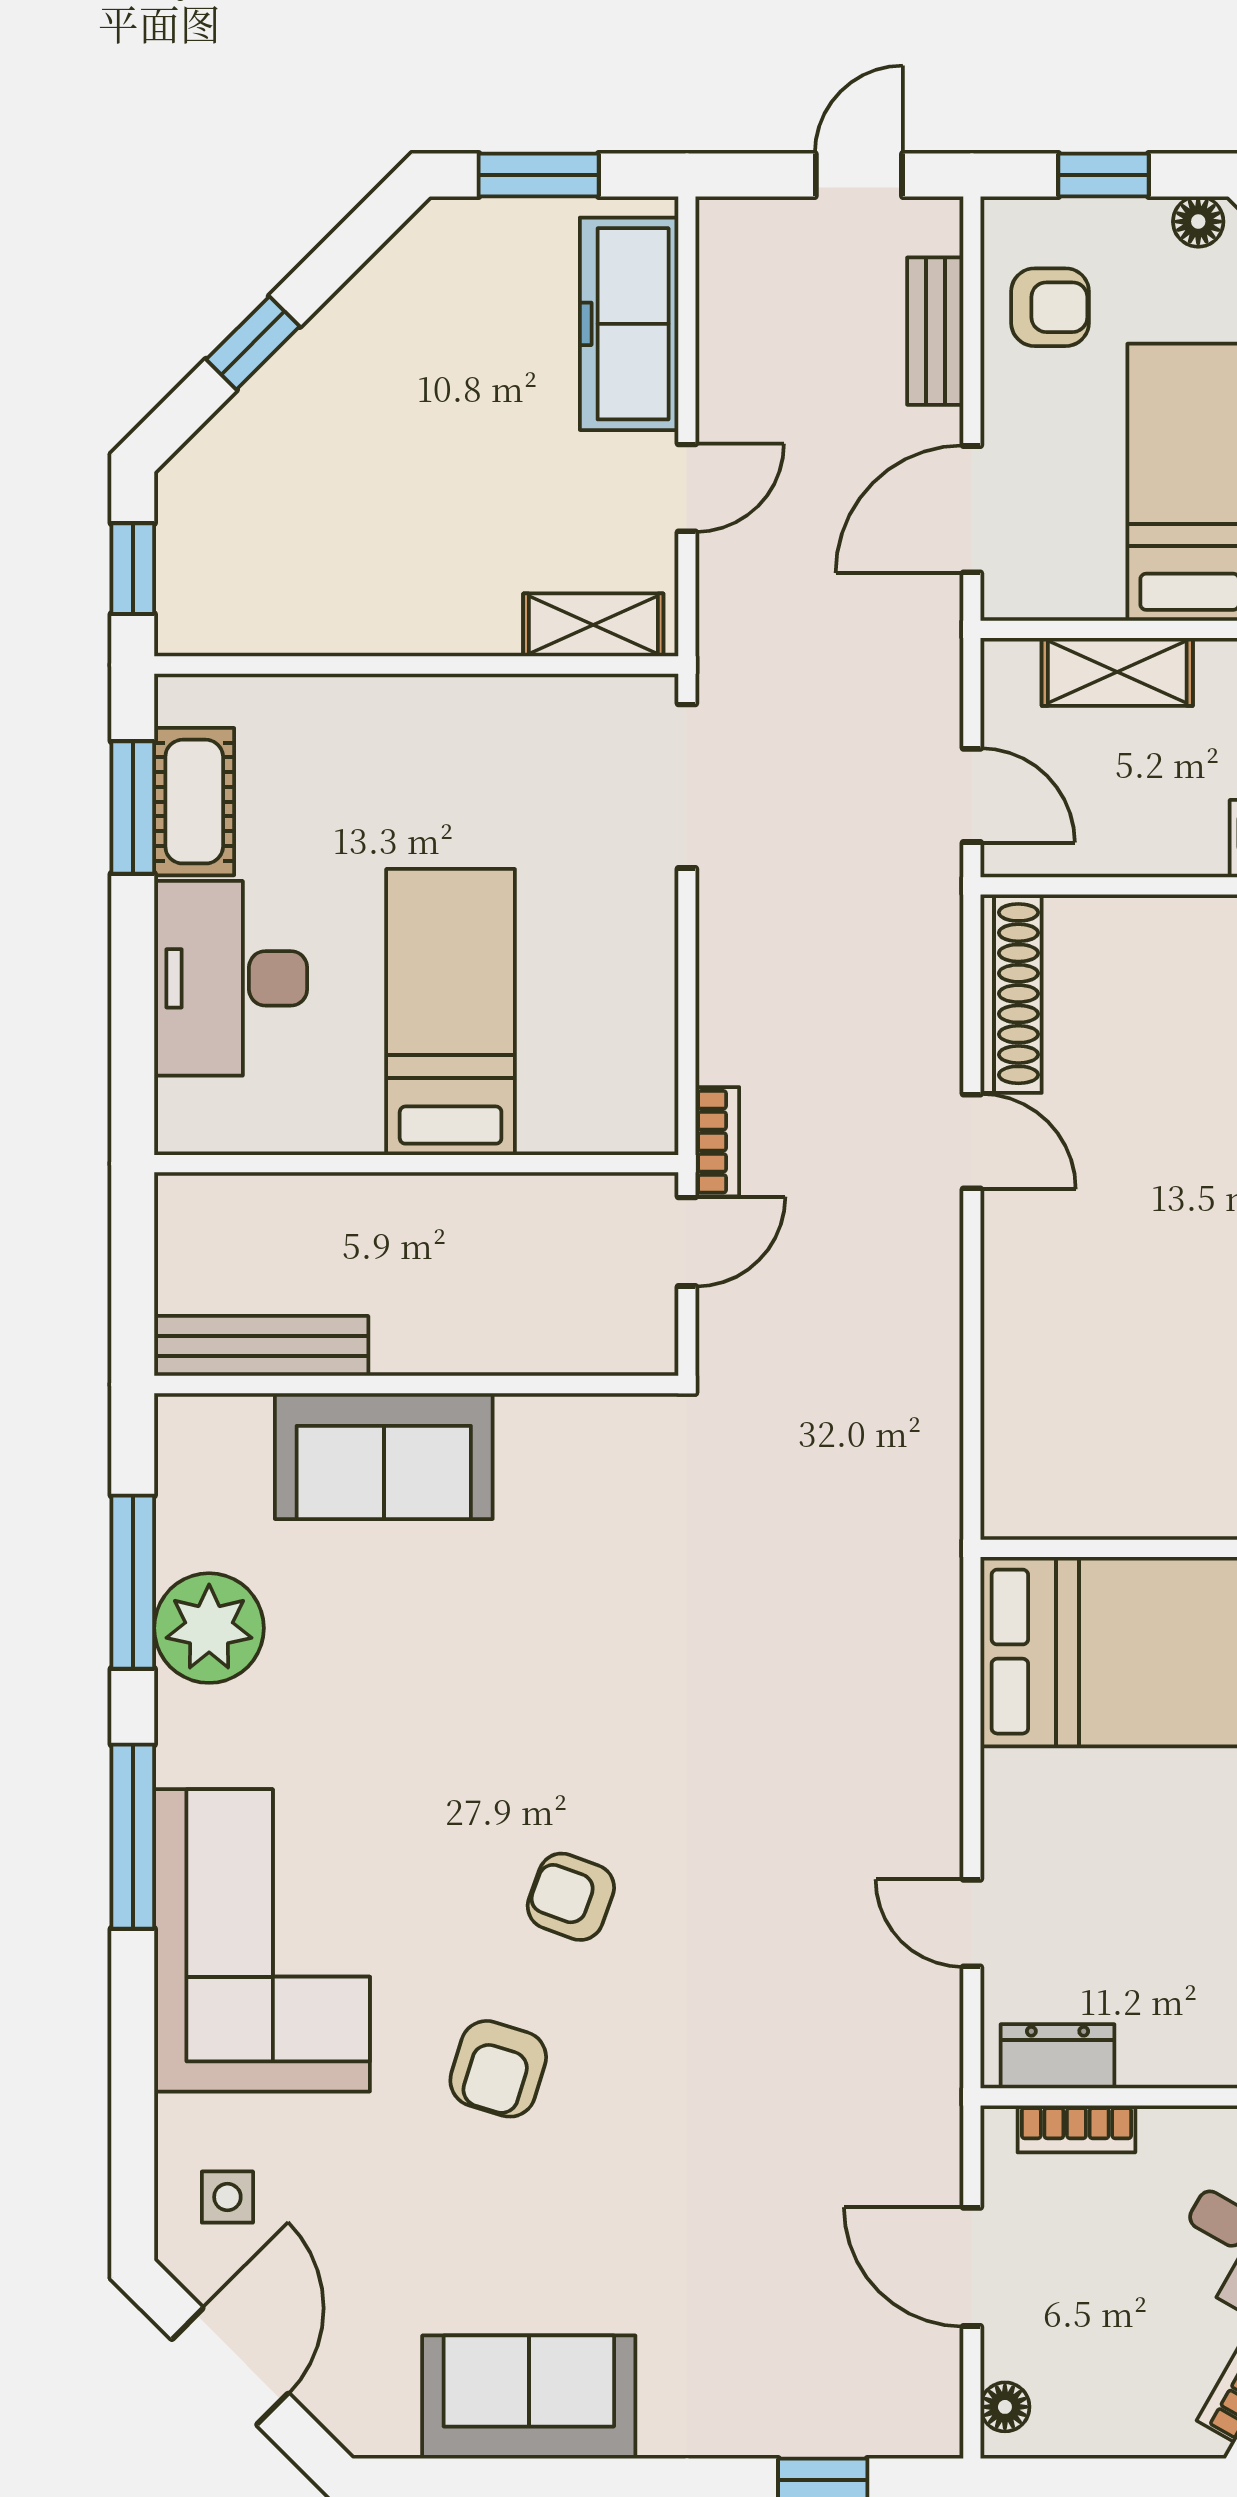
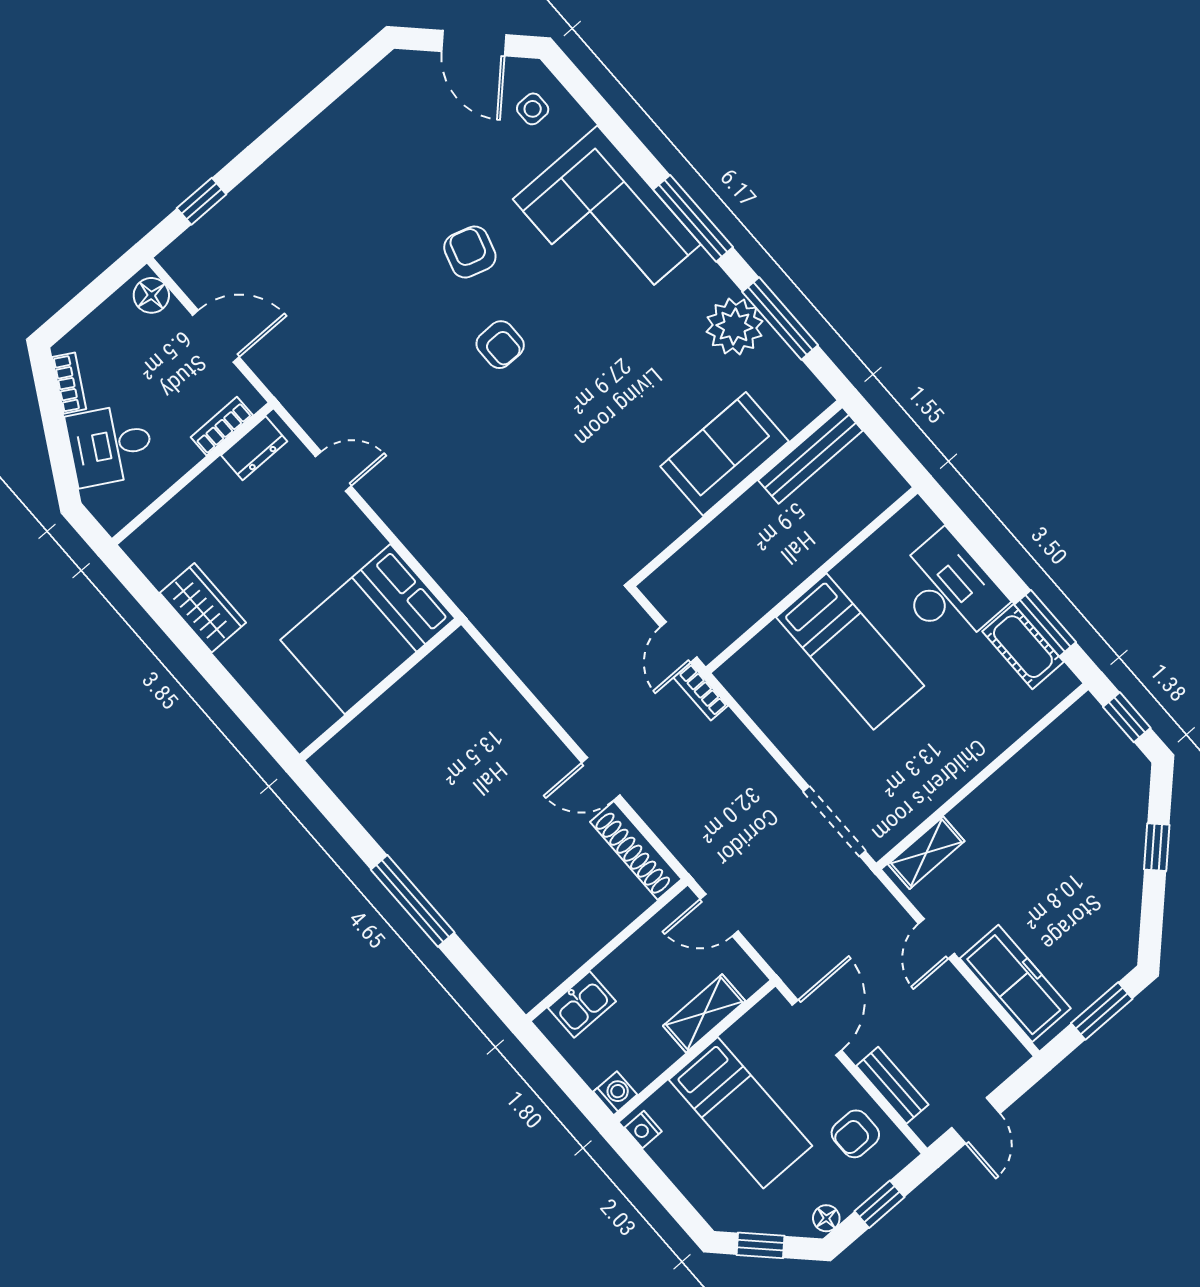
armchair: (571, 1897) -> (500, 345), turned 70
sofa: (529, 2397) -> (346, 133), removed
floor lamp: (1005, 2407) -> (151, 295), width x1.37, depth x1.37

